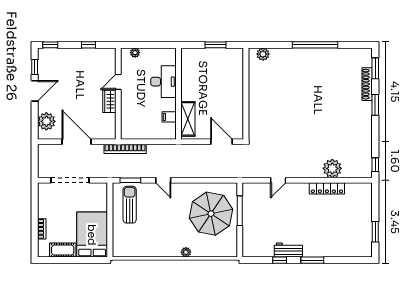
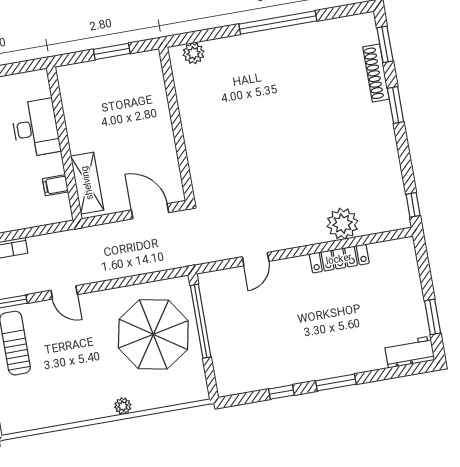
window: (240, 211) -> (201, 321), width x1.46
workbench: (288, 250) -> (410, 352), moved

